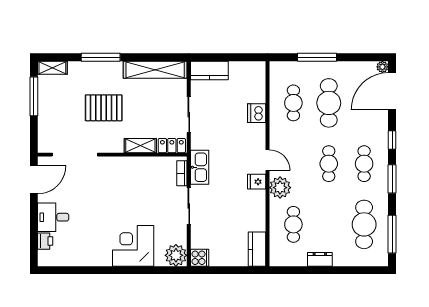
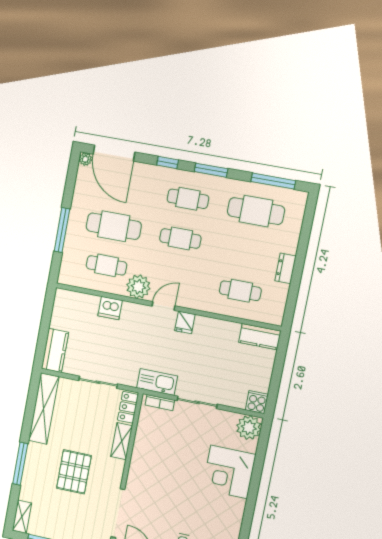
plant: (280, 188) -> (138, 287), moved

